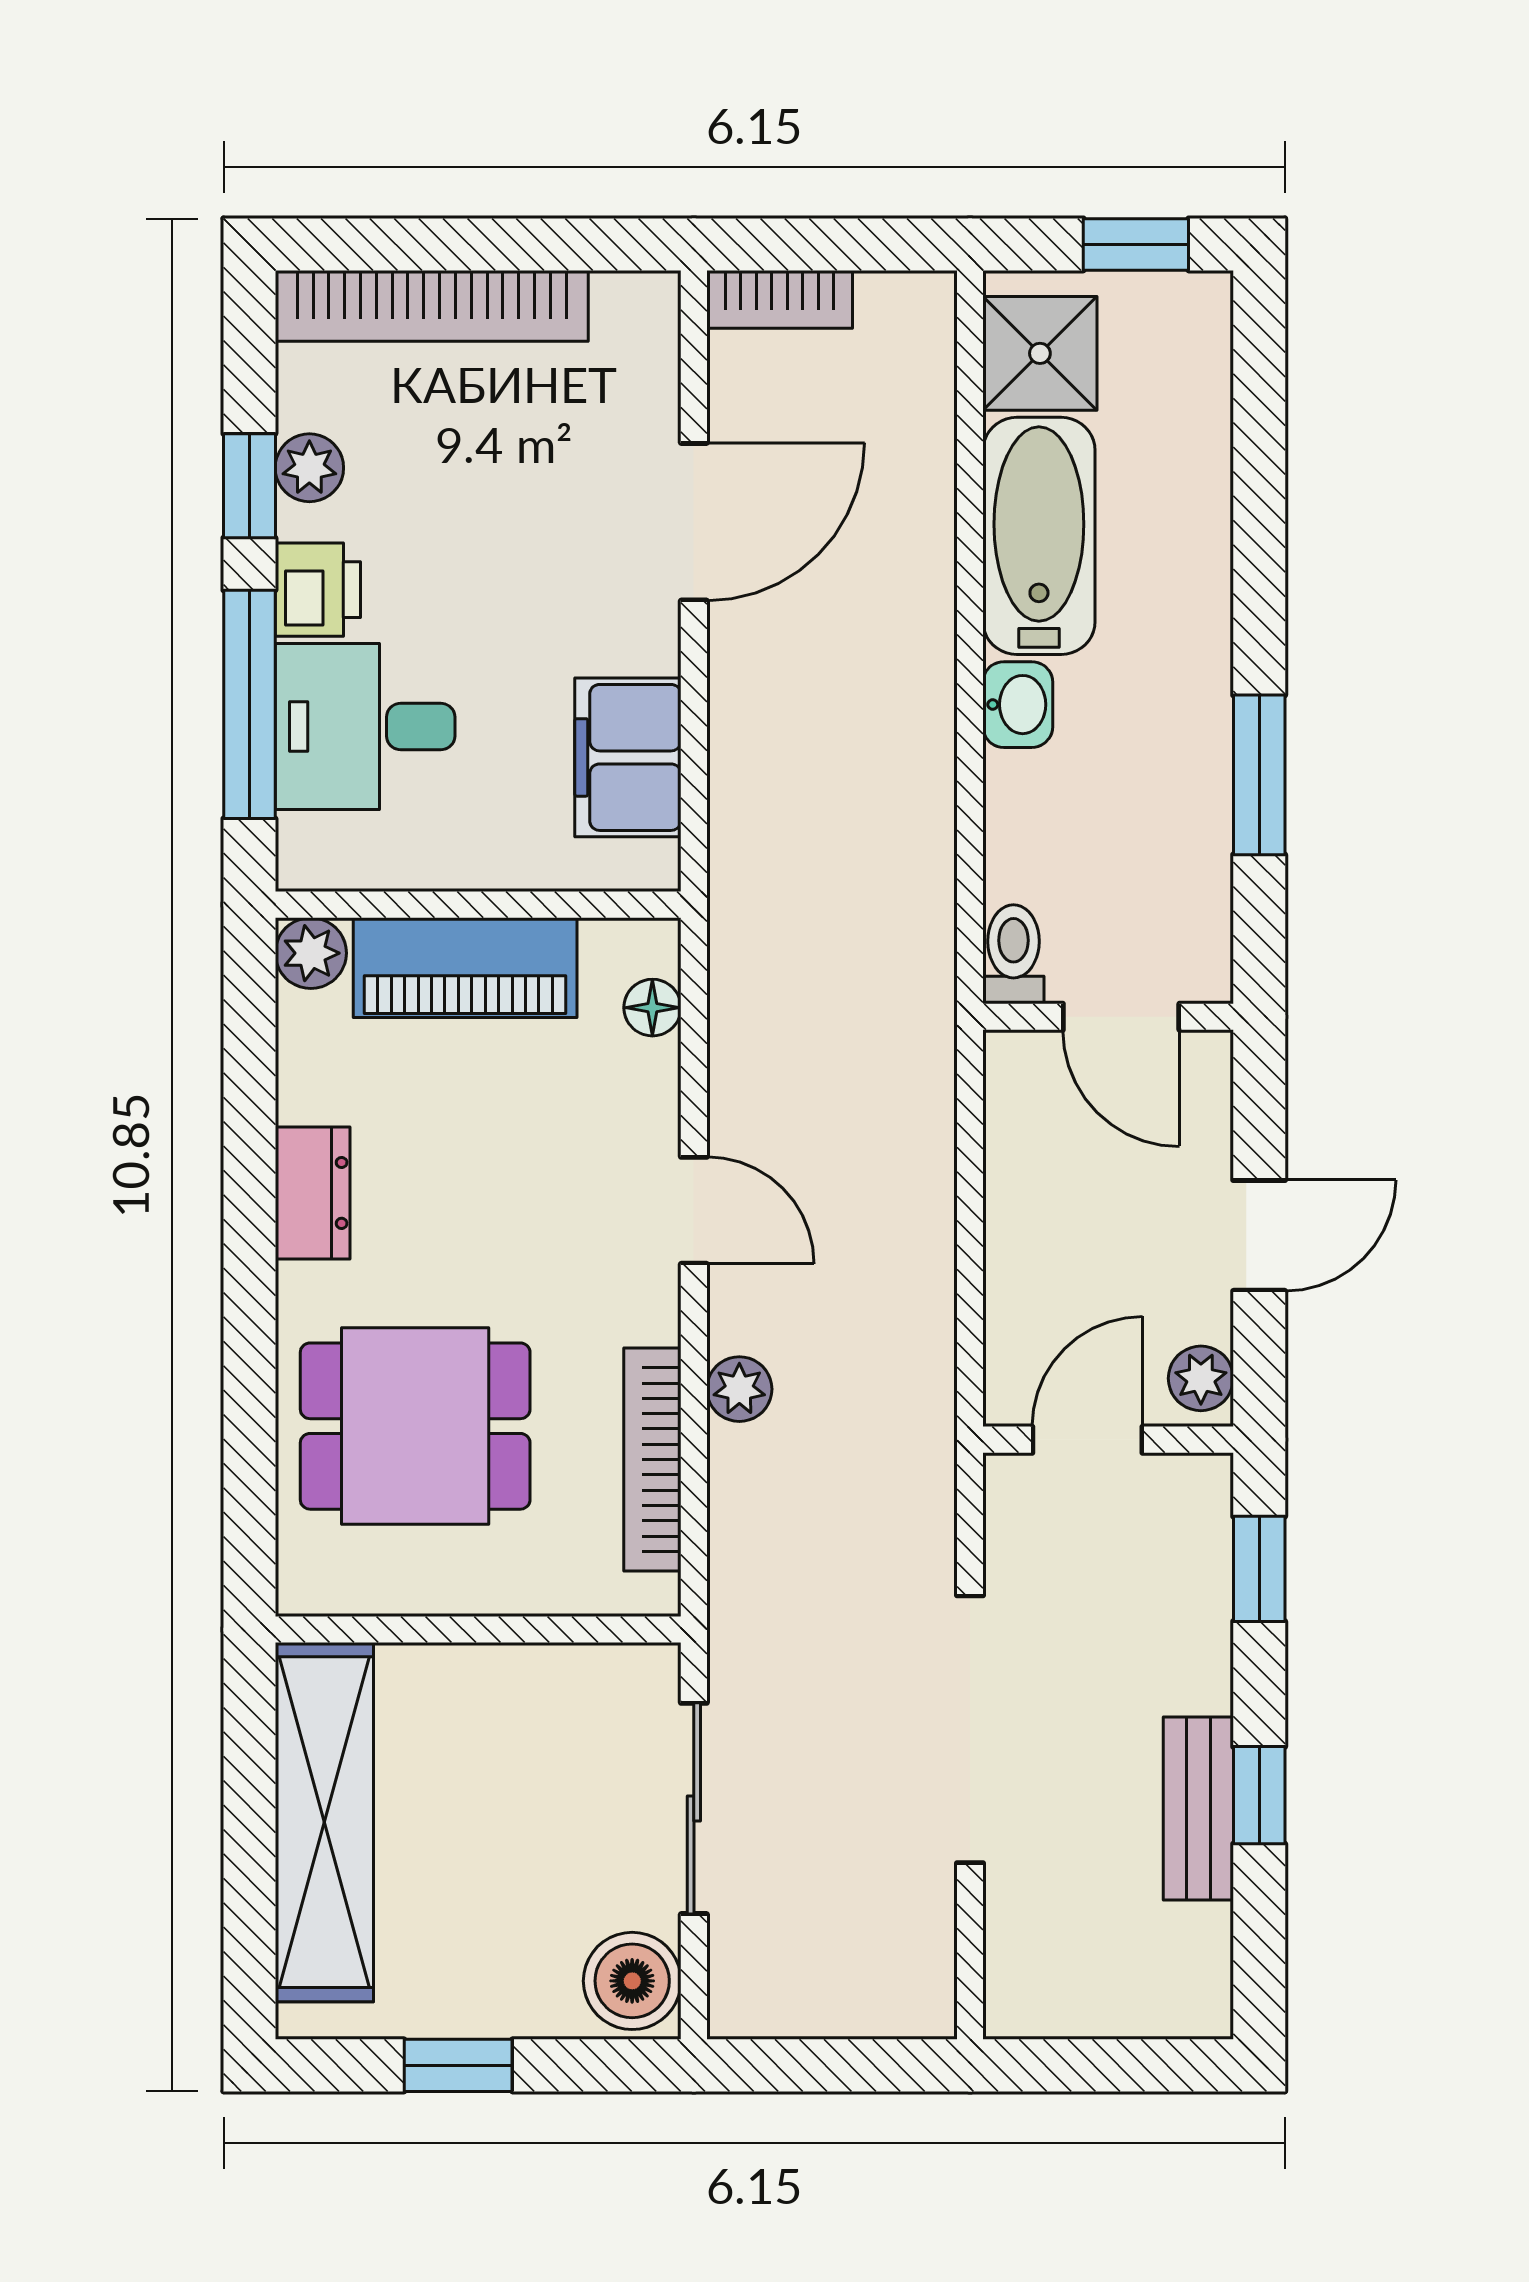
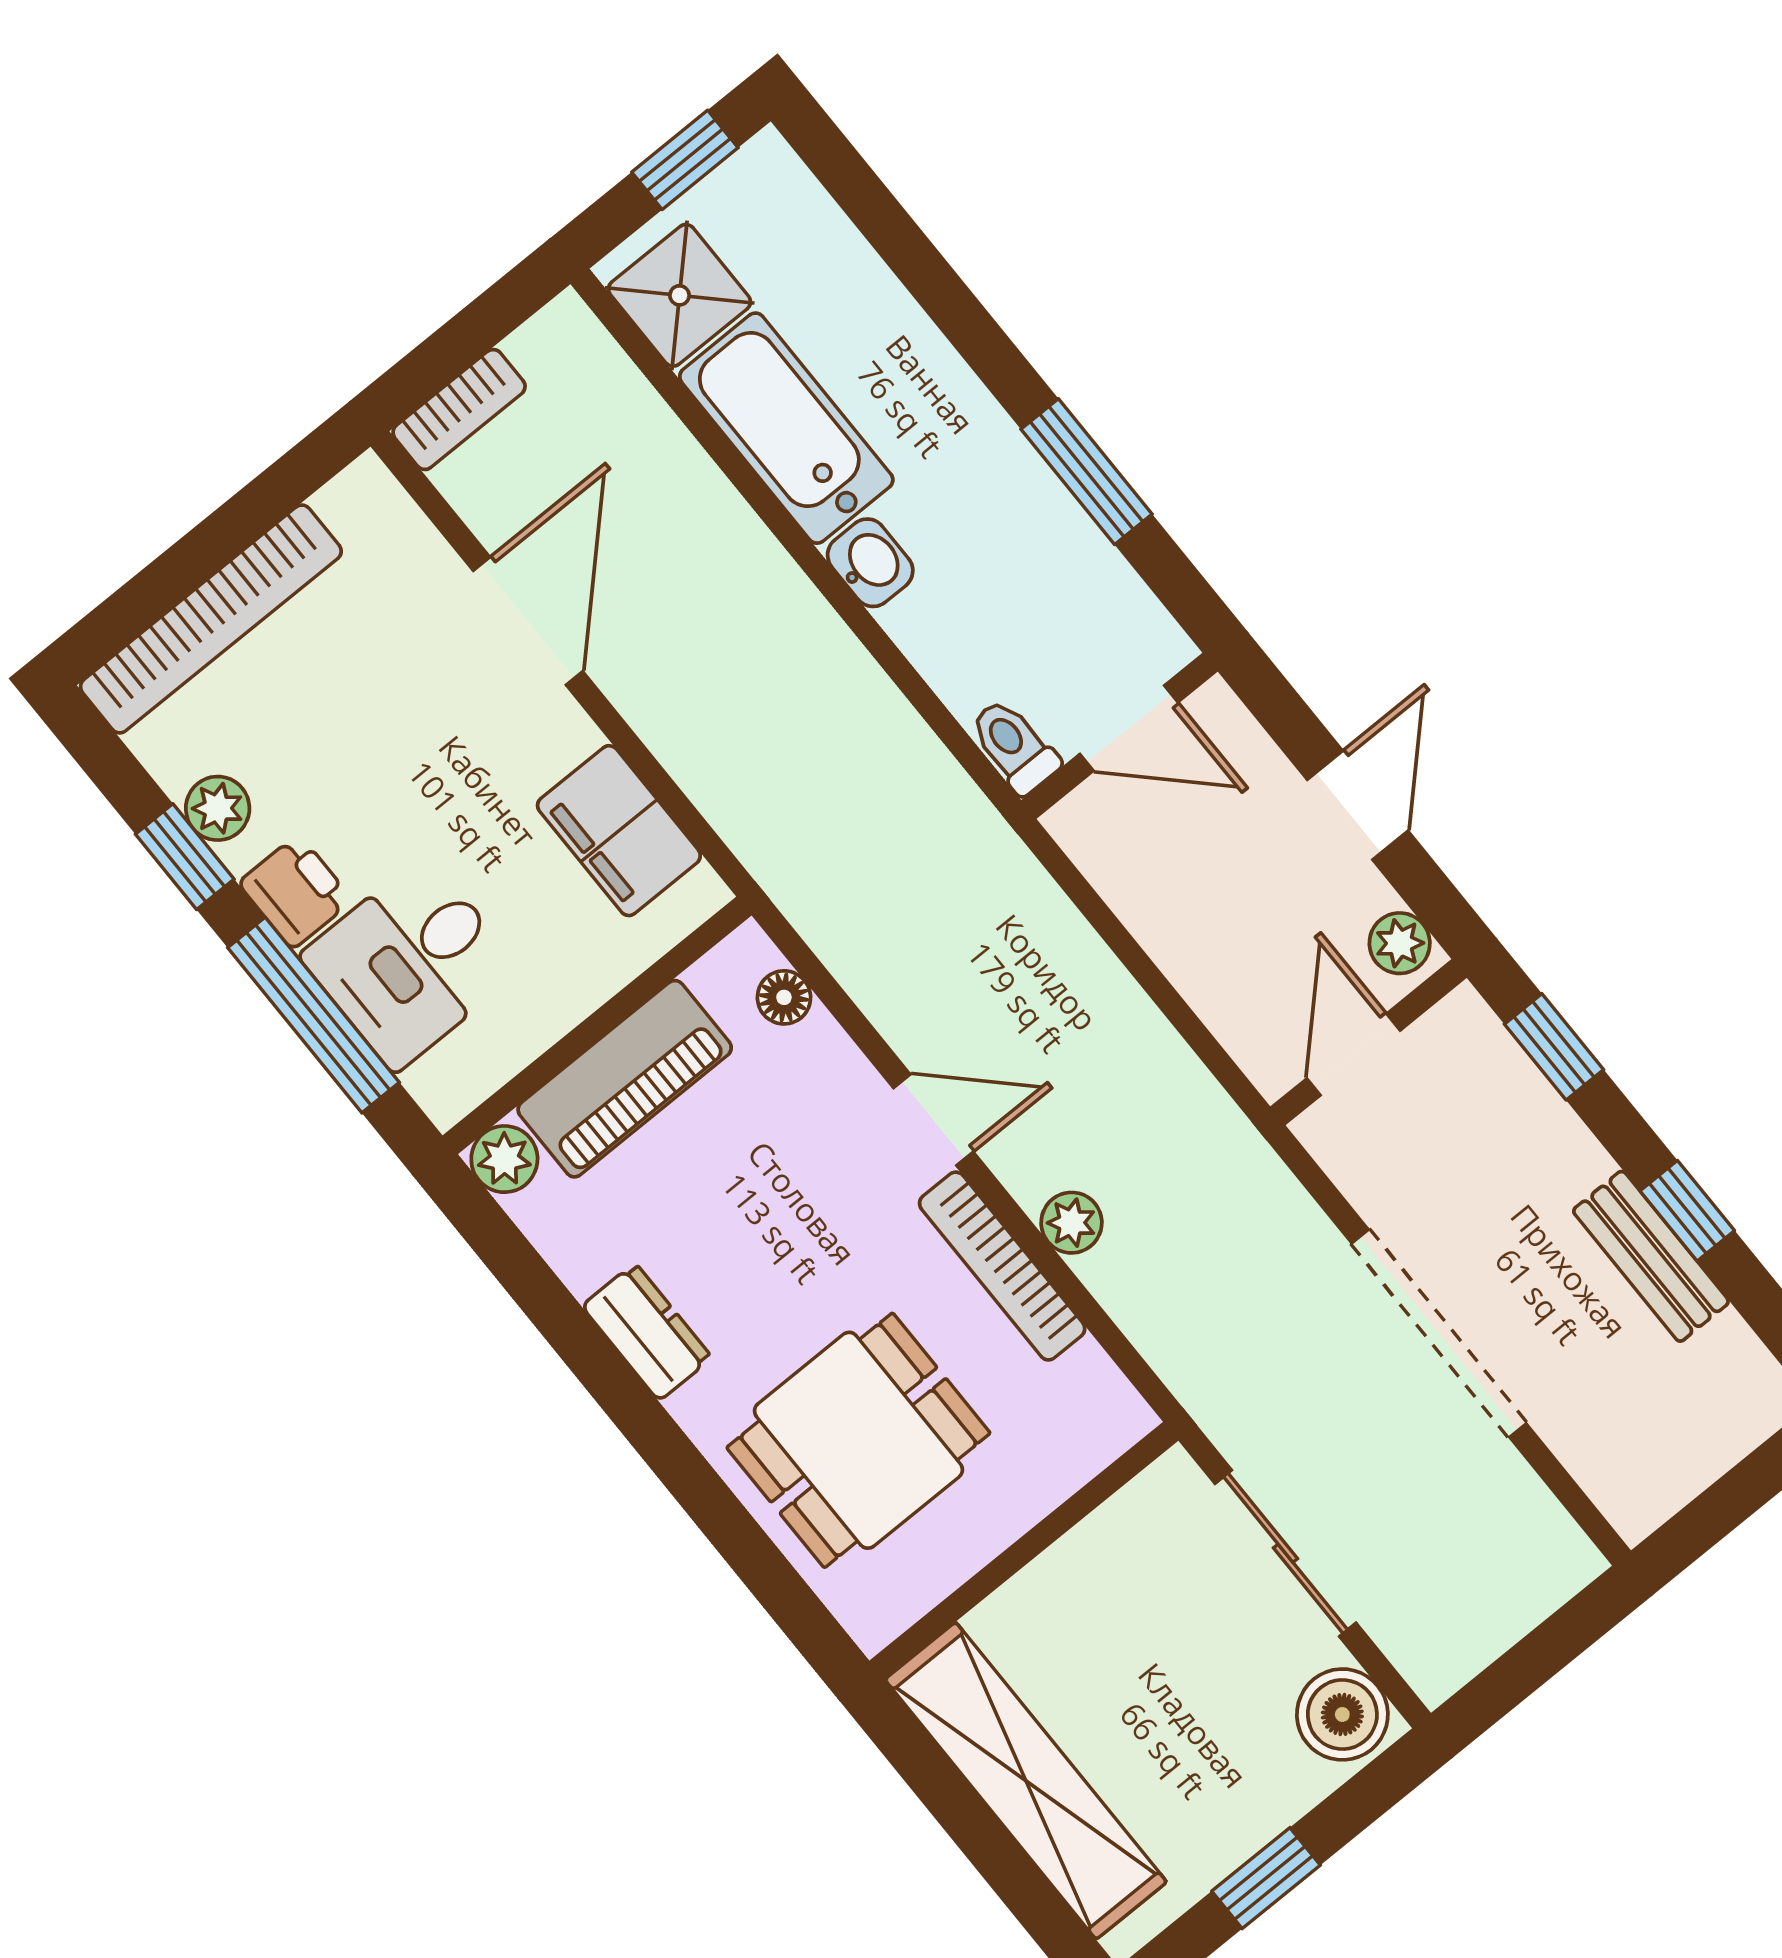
bookcase: (652, 1460) -> (1002, 1266), moved

